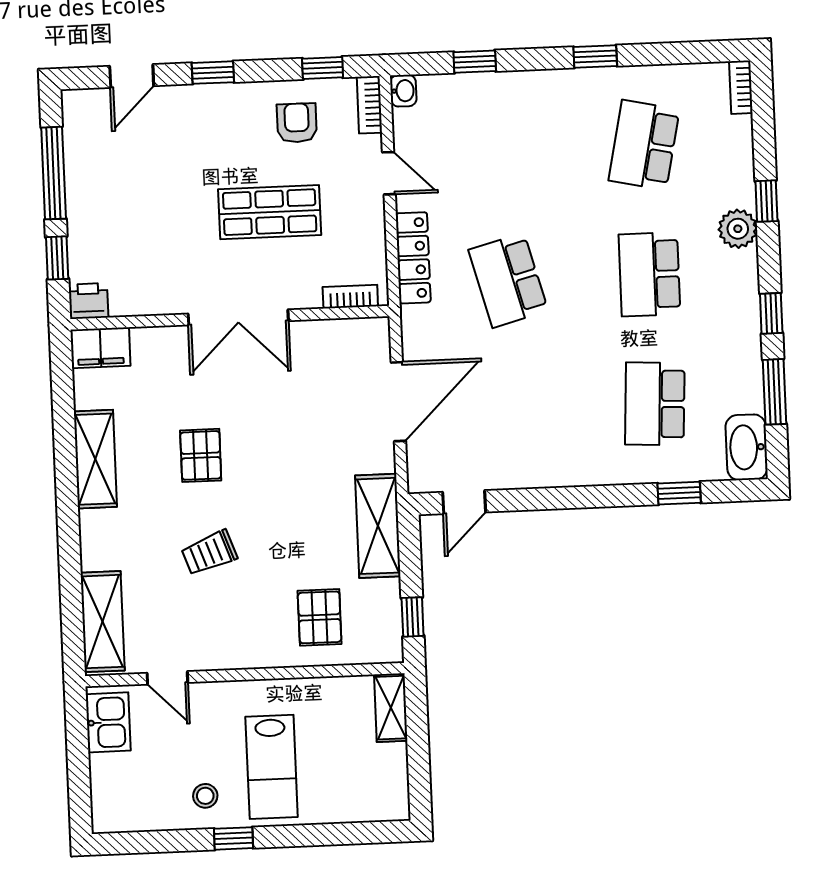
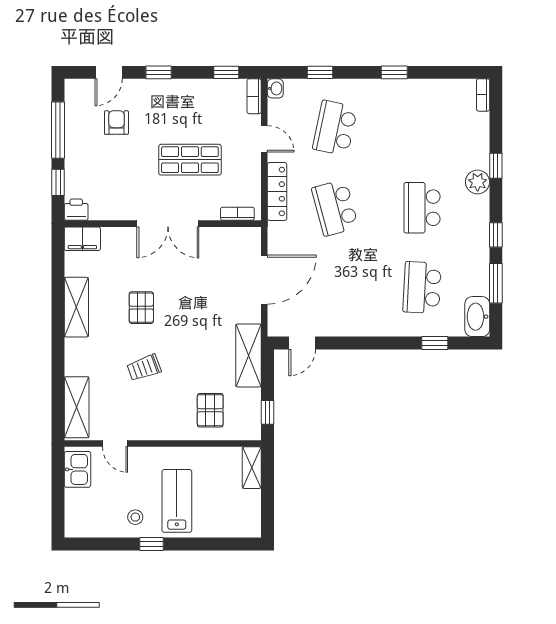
armchair: (297, 123) -> (116, 123), moved
school desk: (644, 145) -> (335, 128), moved
lab bench: (272, 767) -> (177, 501), turned 180

